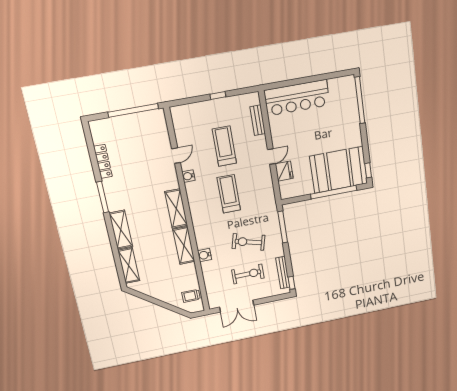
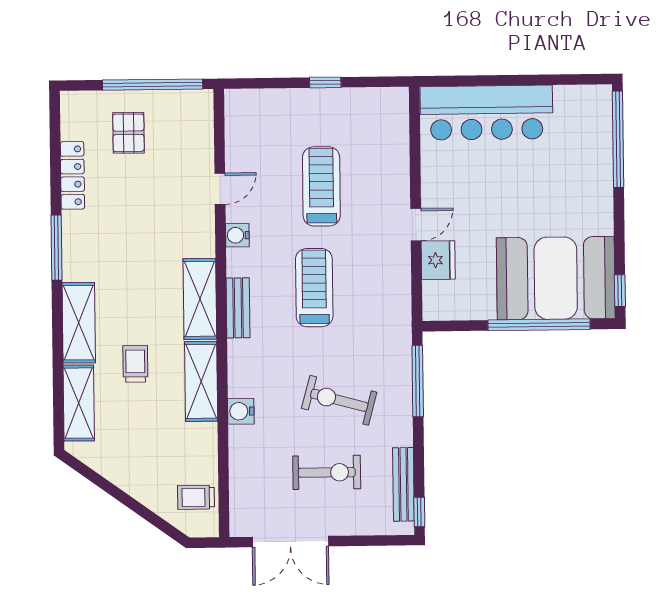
bench: (258, 120) -> (238, 308), moved
pallet: (126, 136) -> (128, 133), added
trolley: (152, 243) -> (135, 364), added

